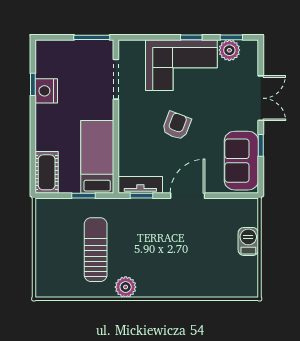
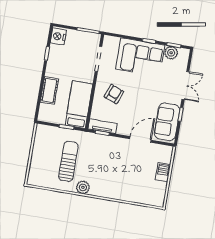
nightstand: (46, 91) -> (58, 36), moved
armchair: (177, 126) -> (114, 94), moved
cot: (47, 172) -> (49, 90), moved
door: (188, 196) -> (140, 139), moved

